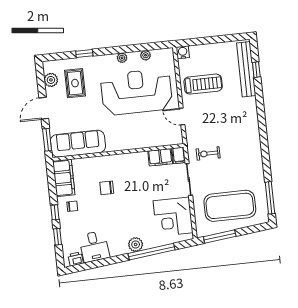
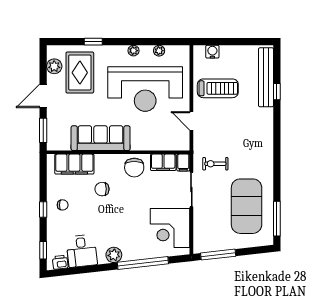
water cooler: (183, 52) -> (212, 52), moved
window: (256, 70) -> (277, 92), moved
rug: (75, 83) -> (80, 73), width x1.36, depth x1.43
reception desk: (137, 92) -> (145, 89), turned 180
sofa: (78, 144) -> (101, 138), moved
chair: (134, 165) -> (134, 168), added
filing cabinet: (64, 178) -> (74, 164), moved, turned 90
exercise mat: (230, 206) -> (247, 206), moved, turned 90
window: (57, 237) -> (43, 250), moved
plant: (136, 244) -> (114, 255), moved

